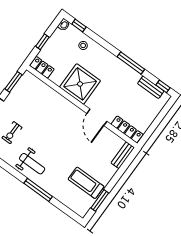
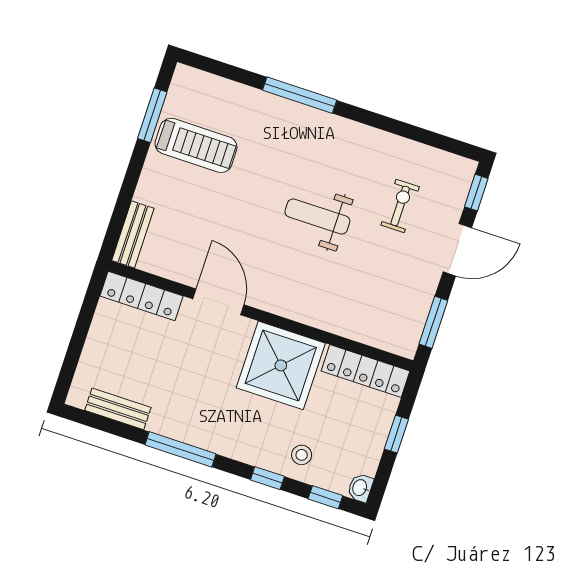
locker: (42, 67) -> (365, 371), width x1.53
window: (163, 86) -> (267, 478), moved
weight bench: (32, 164) -> (317, 216), moved

